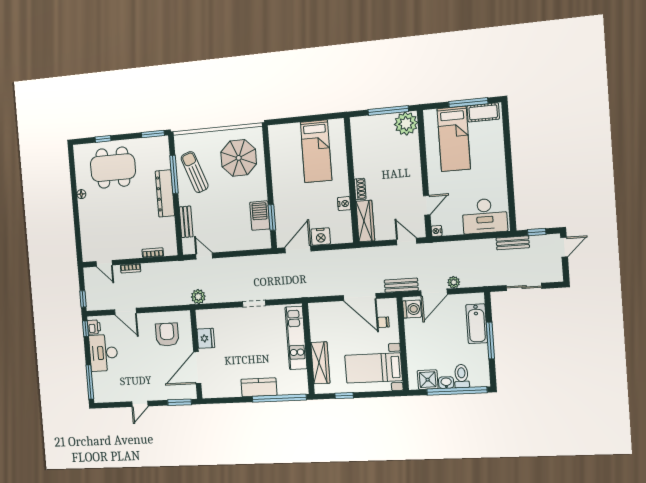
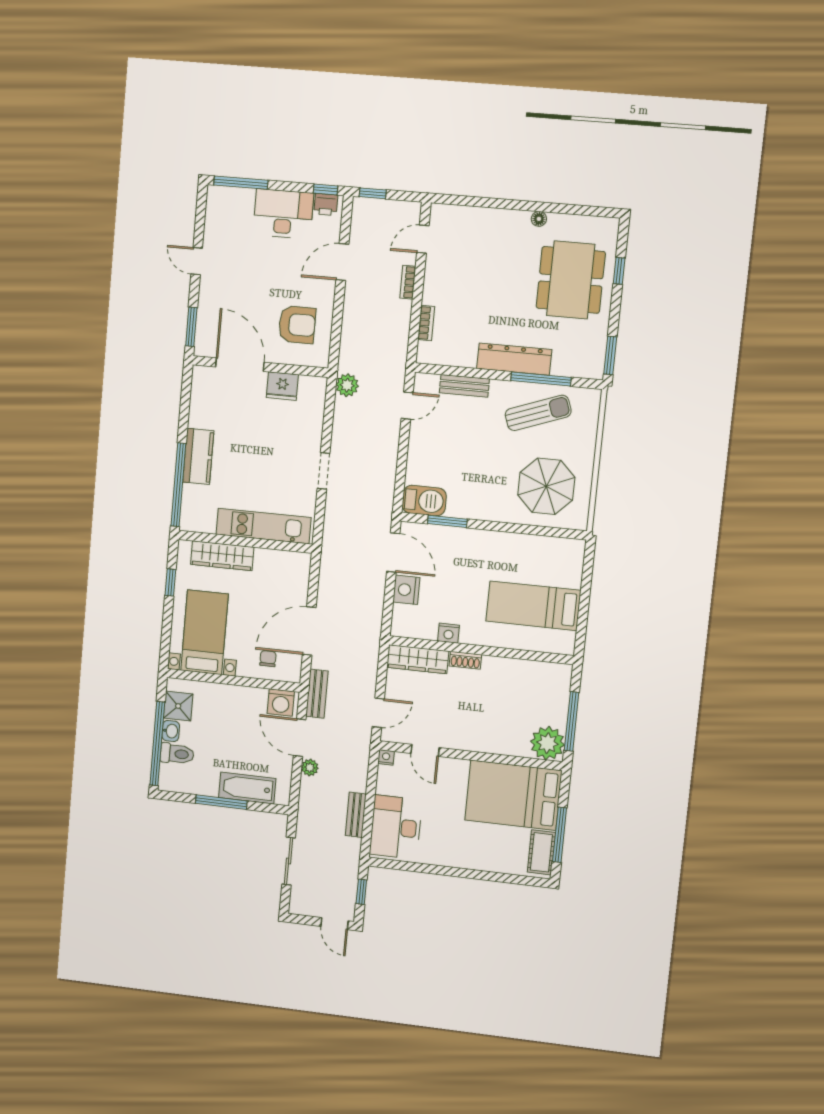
bed: (454, 139) -> (513, 795), width x1.50
barbecue: (260, 216) -> (424, 501), moved
bench: (513, 243) -> (356, 815), moved

